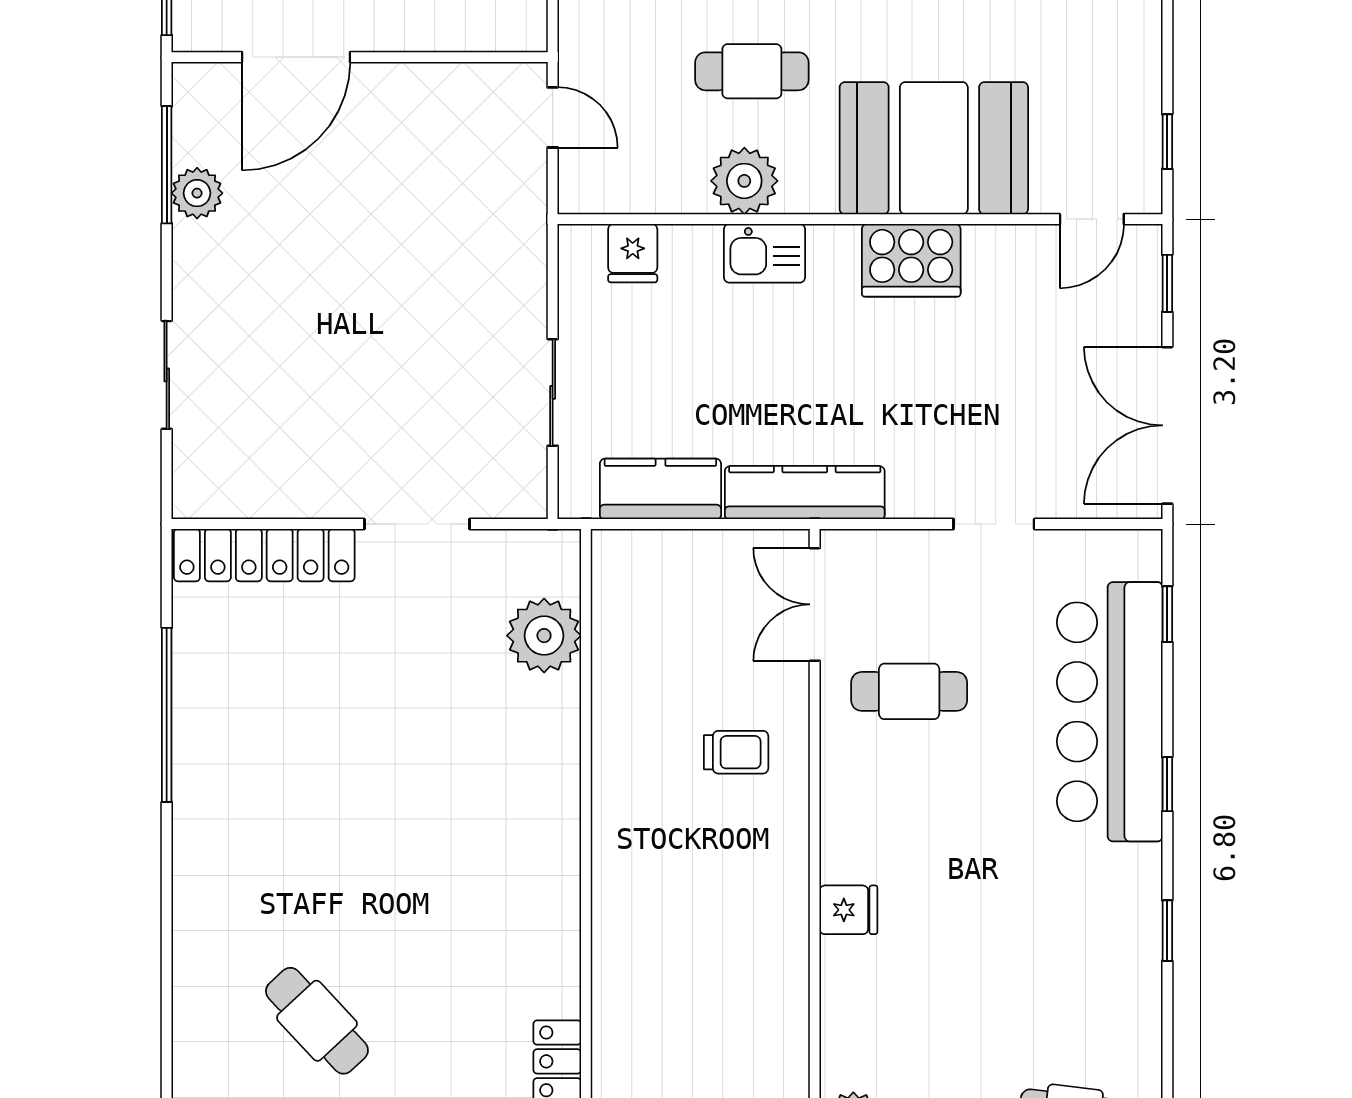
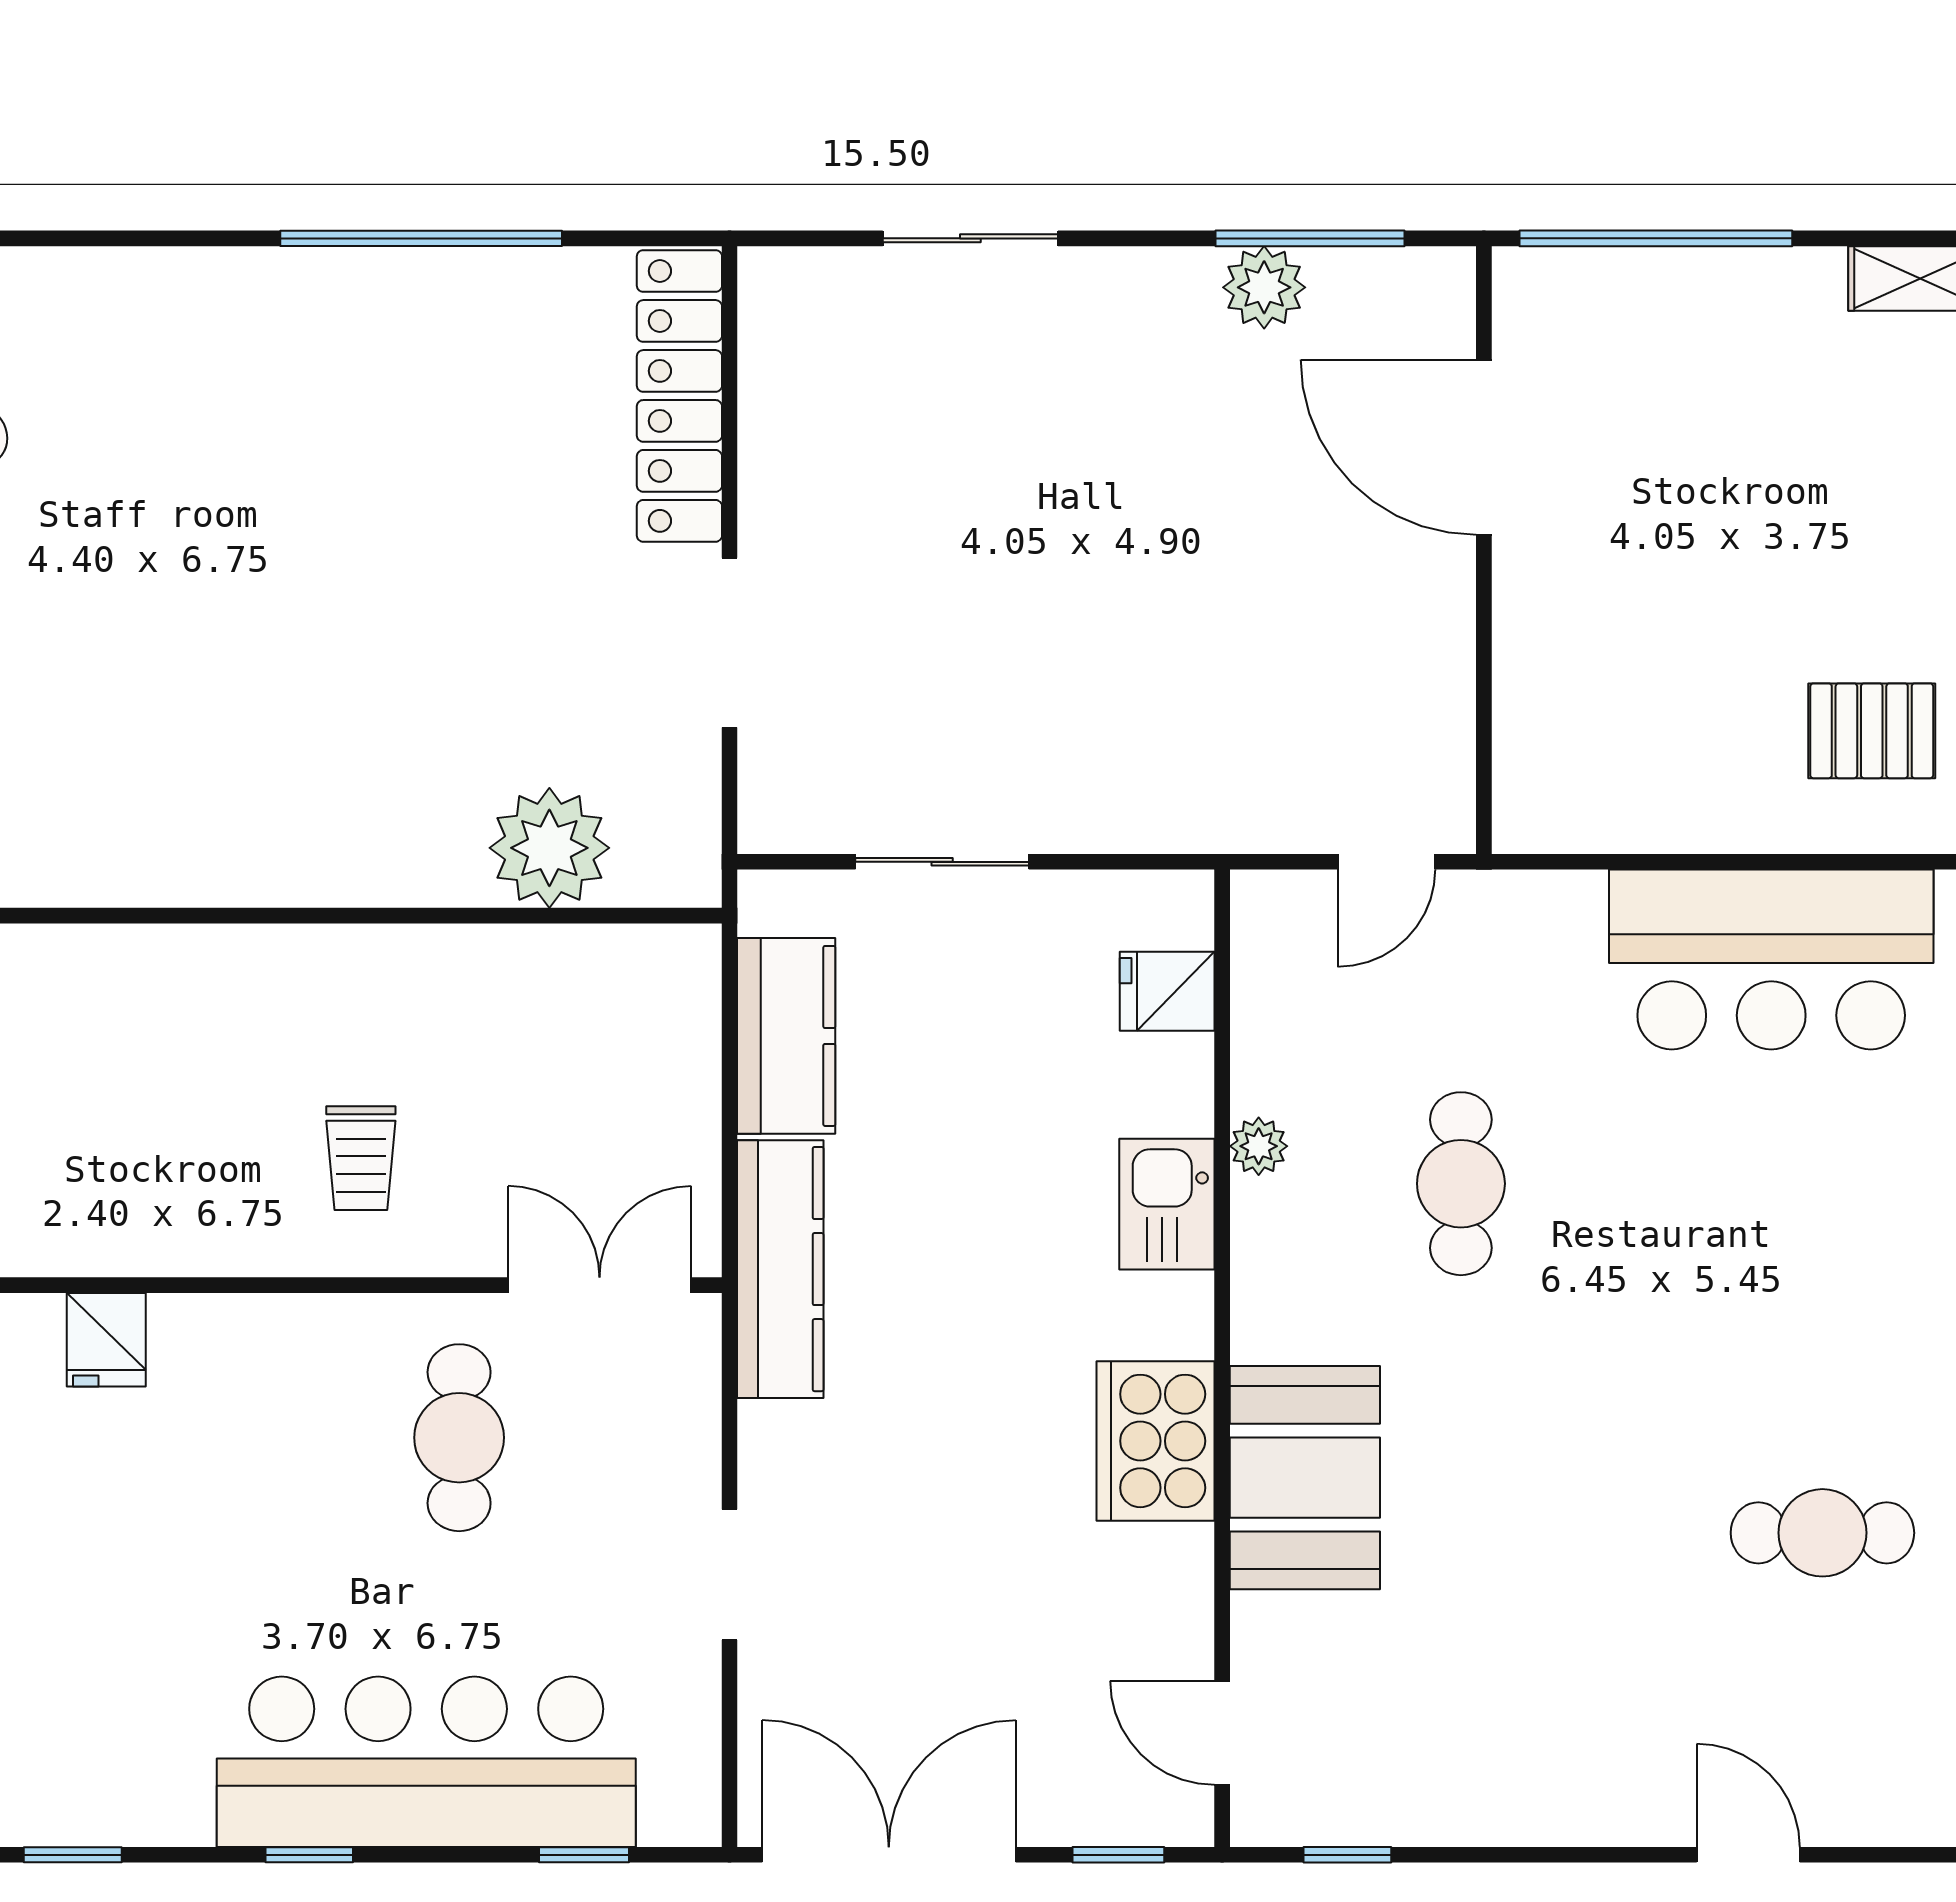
booth: (934, 148) -> (1305, 1478), width x0.73, depth x0.70
plant: (744, 181) -> (1259, 1146), width x0.53, depth x0.53

